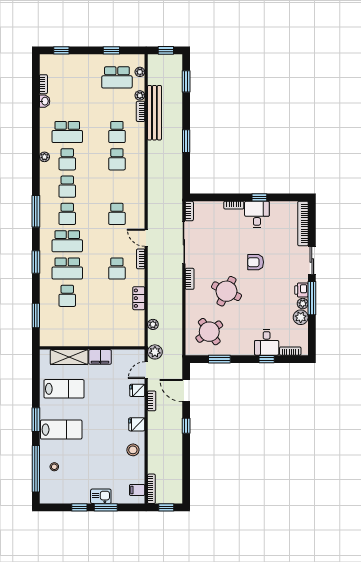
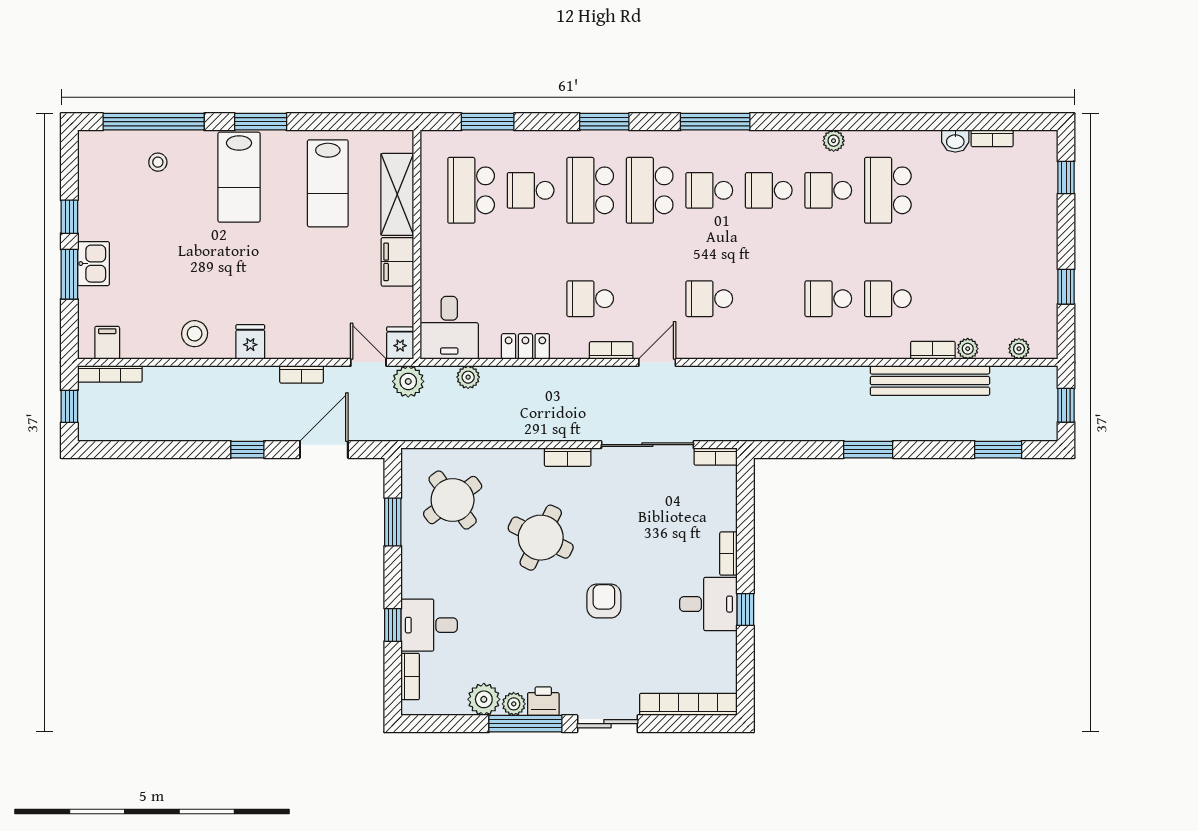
school desk: (117, 77) -> (471, 190), moved
desk: (130, 333) -> (449, 328), added
fridge: (137, 390) -> (400, 343), moved

